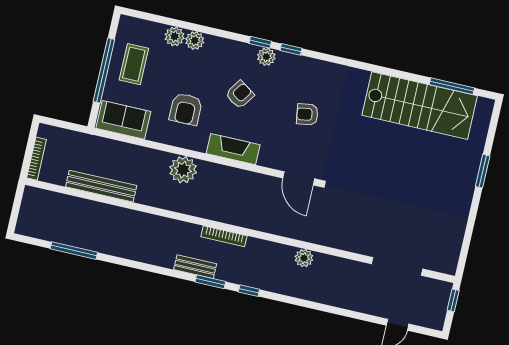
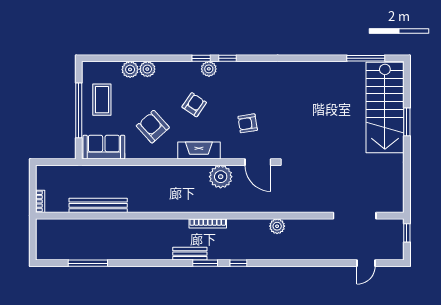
stairs: (420, 106) -> (385, 108), moved, turned 90
armchair: (186, 109) -> (153, 127), turned 138
armchair: (307, 114) -> (248, 123), moved
bookcase: (37, 159) -> (40, 201), width x0.64
plant: (183, 170) -> (221, 177), moved

